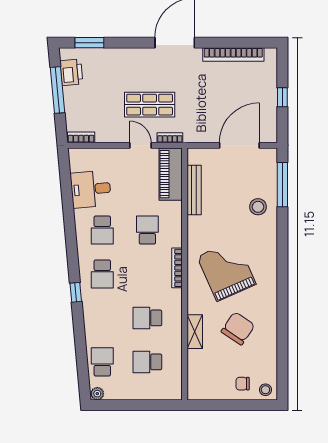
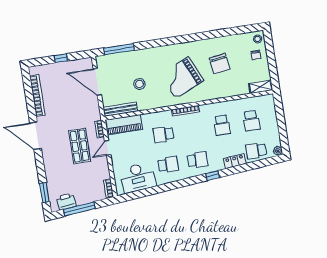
desk: (91, 189) -> (138, 178), width x1.37
bench: (194, 190) -> (120, 109), moved
stool: (258, 207) -> (139, 84), moved
locker: (92, 328) -> (235, 161), added
chair: (238, 328) -> (220, 64), turned -132
shelving: (195, 332) -> (261, 87), moved

